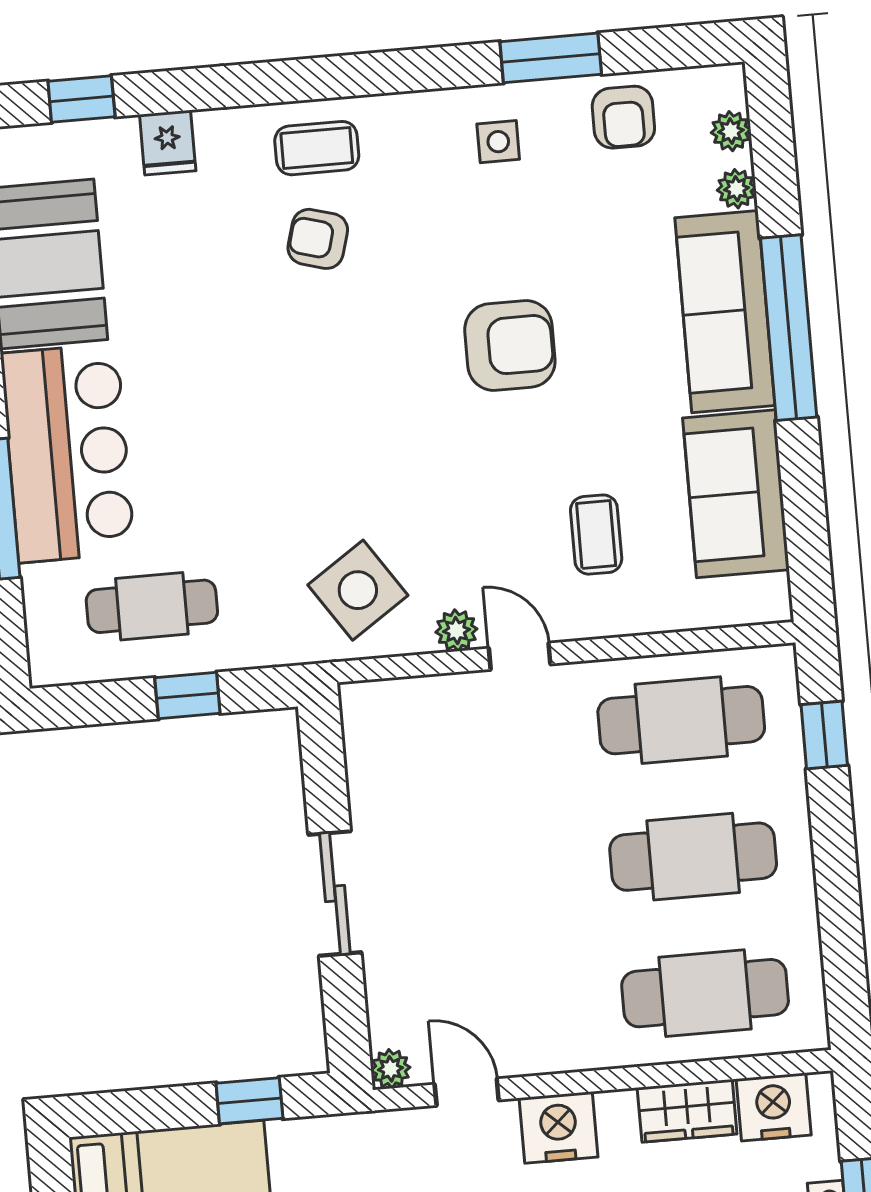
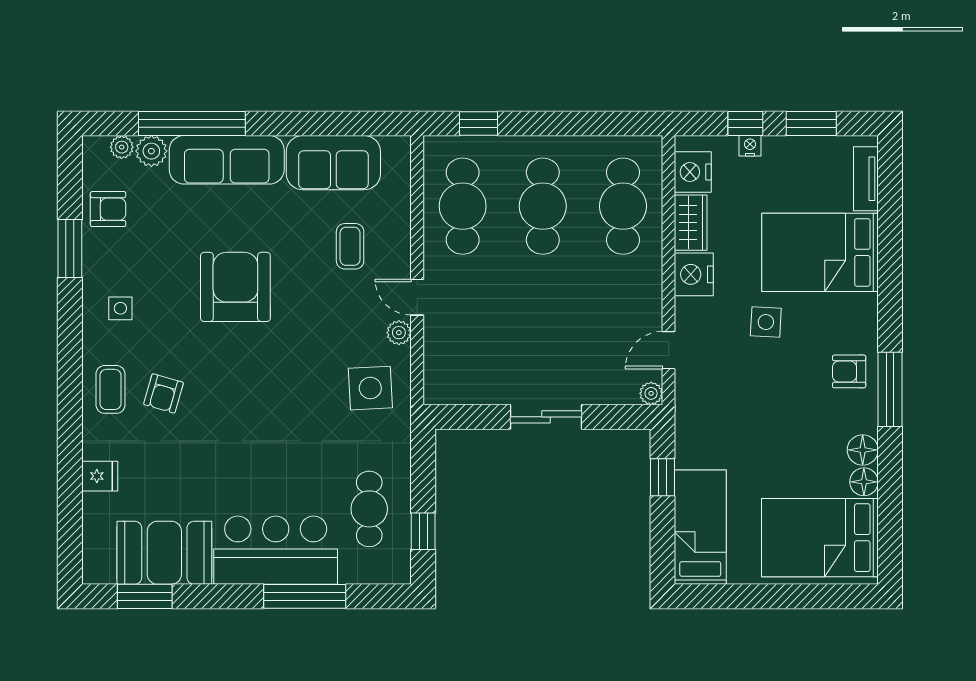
window: (81, 99) -> (70, 524), removed
side table: (498, 142) -> (120, 308), moved
plant: (736, 189) -> (151, 151), width x1.38, depth x1.38
window: (789, 328) -> (192, 123), moved
armchair: (510, 345) -> (235, 287), width x1.36, depth x1.36
coffee table: (596, 535) -> (350, 246), turned 90
side table: (358, 590) -> (370, 388), turned 31
door: (520, 656) -> (417, 297), hinge flipped
window: (187, 696) -> (423, 531), moved
nightstand: (558, 1127) -> (694, 274), moved

